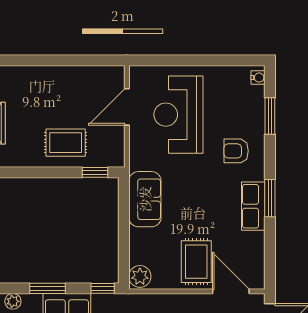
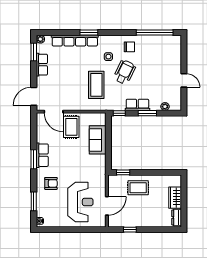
window: (82, 60) -> (130, 230), added
sofa: (145, 199) -> (98, 140), moved
plant: (140, 276) -> (100, 119), removed

